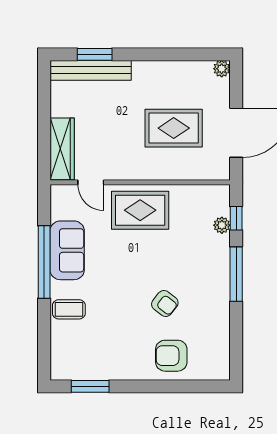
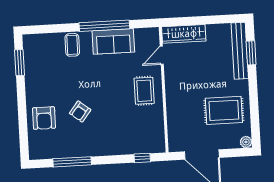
rug: (174, 128) -> (224, 110), moved, turned 90
rug: (140, 210) -> (144, 91), width x0.73, depth x0.70
plant: (222, 225) -> (137, 148), removed
window: (236, 274) -> (72, 162), moved
armchair: (171, 356) -> (44, 118), turned 180

